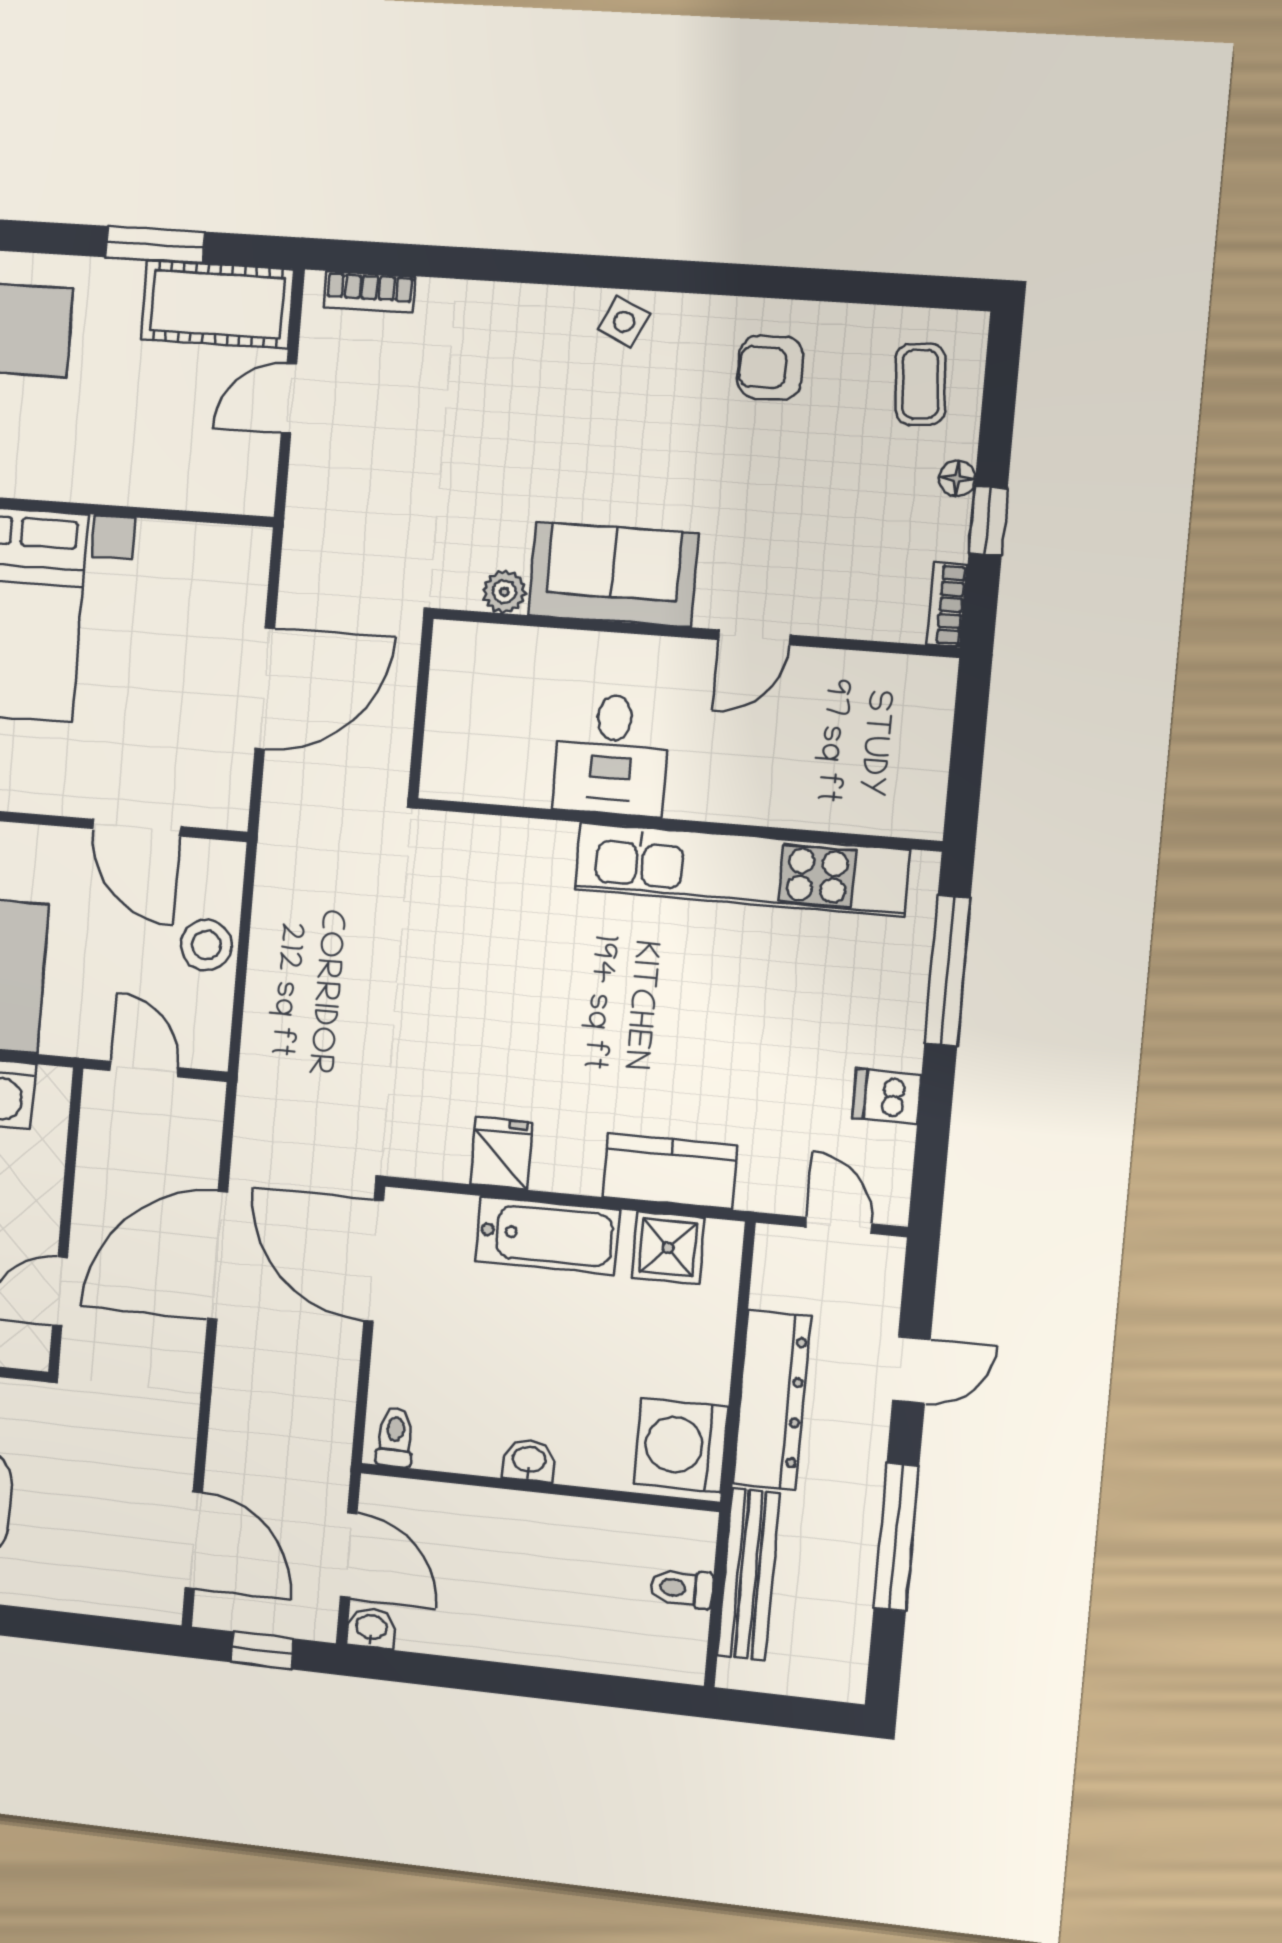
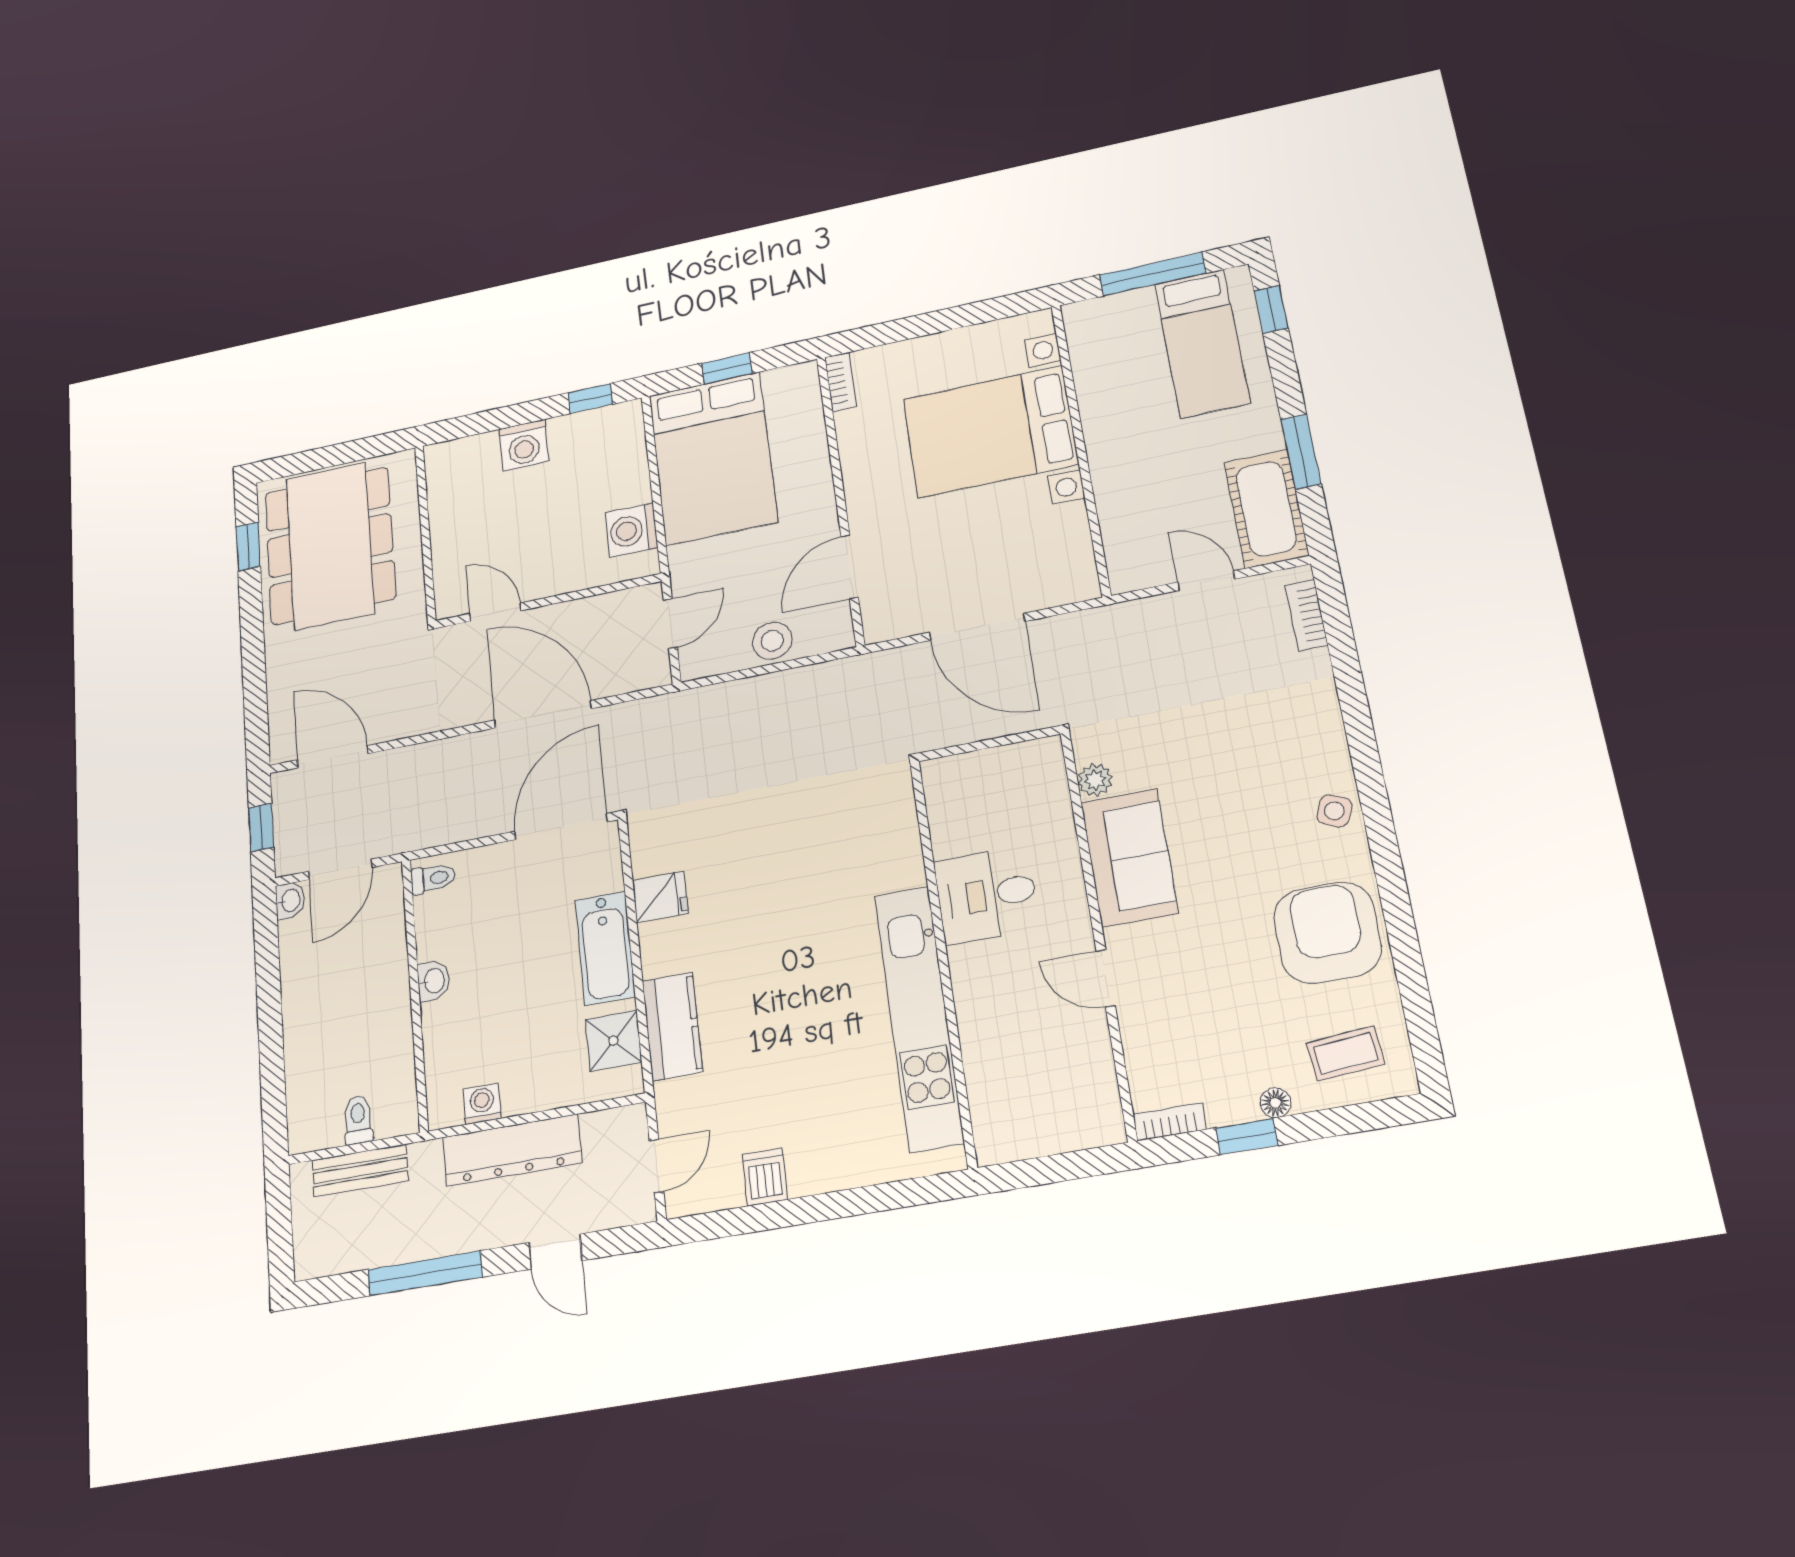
armchair: (770, 368) -> (1327, 933), width x1.88, depth x1.88
window: (948, 971) -> (875, 1199), removed
washing machine: (681, 1445) -> (482, 1104), width x0.53, depth x0.53
door: (194, 1540) -> (333, 757), swing flipped
bench: (749, 1574) -> (360, 1171), width x0.73

